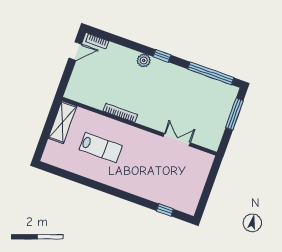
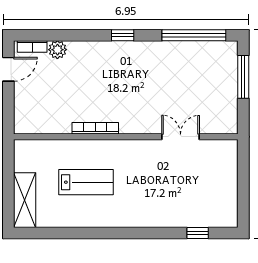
plant: (144, 60) -> (57, 50), moved
shelving: (62, 122) -> (25, 200), moved

